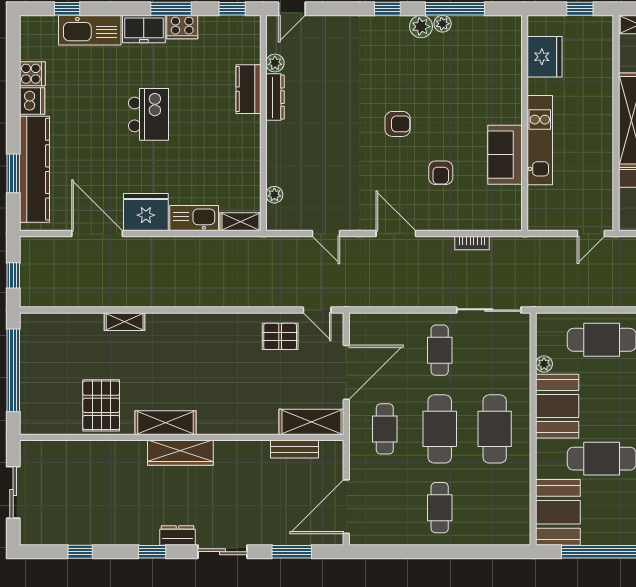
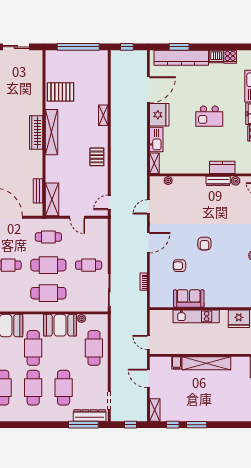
shelving: (125, 322) -> (103, 115), moved
pallet: (280, 336) -> (97, 157), moved
door: (346, 372) -> (77, 217), width x0.53
shelving: (165, 423) -> (52, 132), width x1.47

